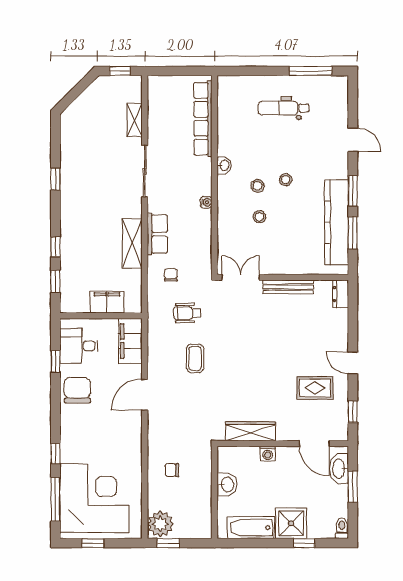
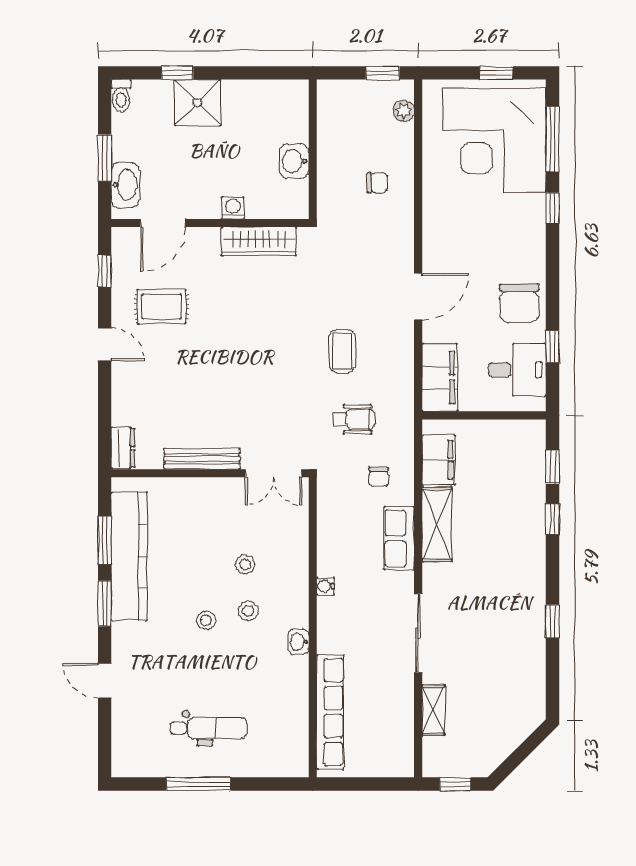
window: (311, 71) -> (198, 784), moved
filing cabinet: (107, 302) -> (439, 460), moved, turned -90
door: (314, 443) -> (163, 223), swing flipped
plant: (160, 524) -> (404, 111), width x0.53, depth x0.53
bathtub: (251, 528) -> (258, 96), removed

